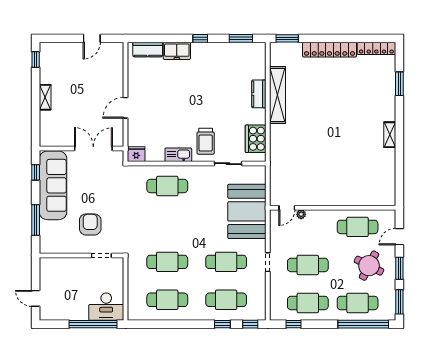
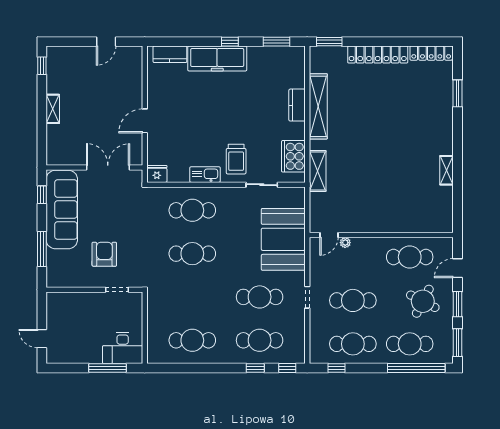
freezer: (177, 51) -> (217, 58), width x1.91, depth x1.26
shelving: (390, 135) -> (446, 170), moved
shelving: (277, 152) -> (318, 171), added
cafe table: (167, 262) -> (192, 254), moved
window: (93, 324) -> (107, 368), width x0.68

